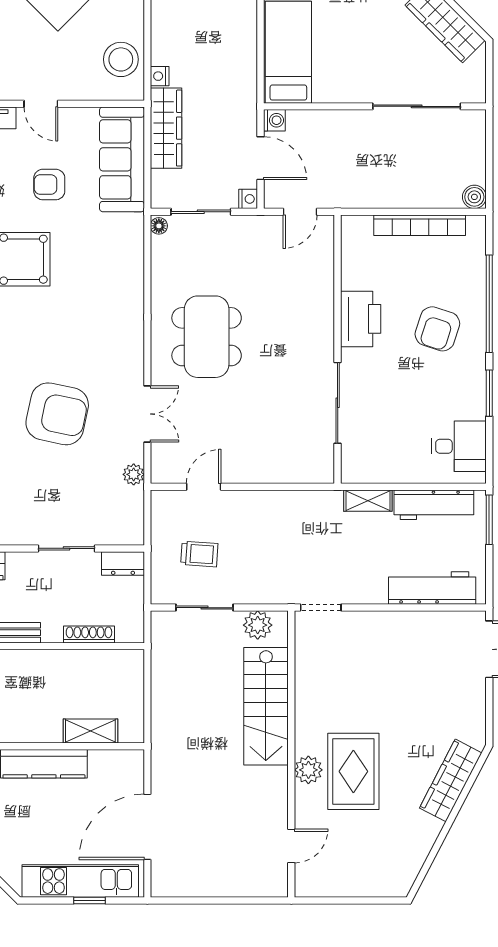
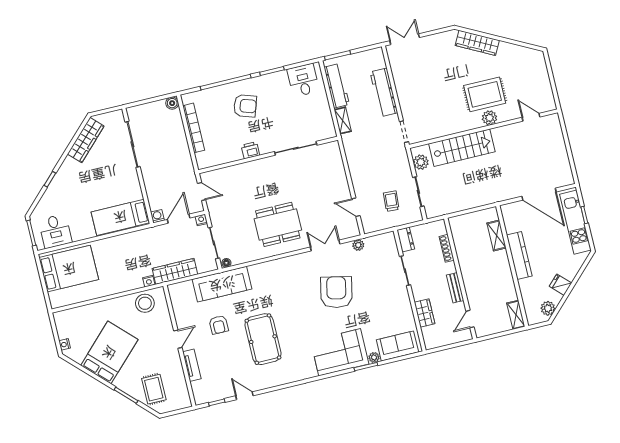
sofa: (122, 159) -> (222, 284), moved
printer: (361, 319) -> (250, 150), width x0.53, depth x0.68
workbench: (432, 588) -> (384, 92), moved

